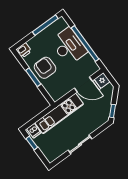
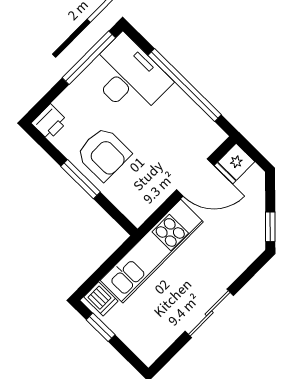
desk: (69, 46) -> (128, 77), moved
armchair: (45, 68) -> (104, 154), turned 180

